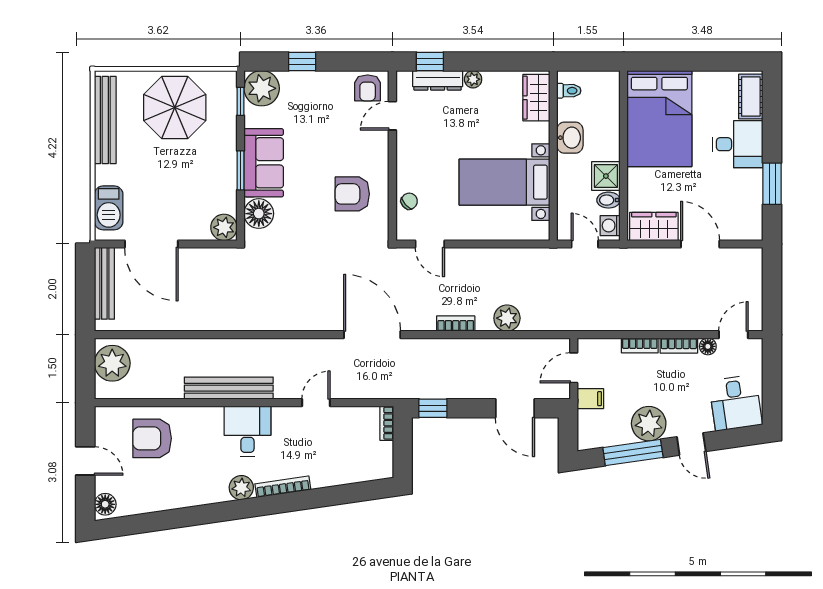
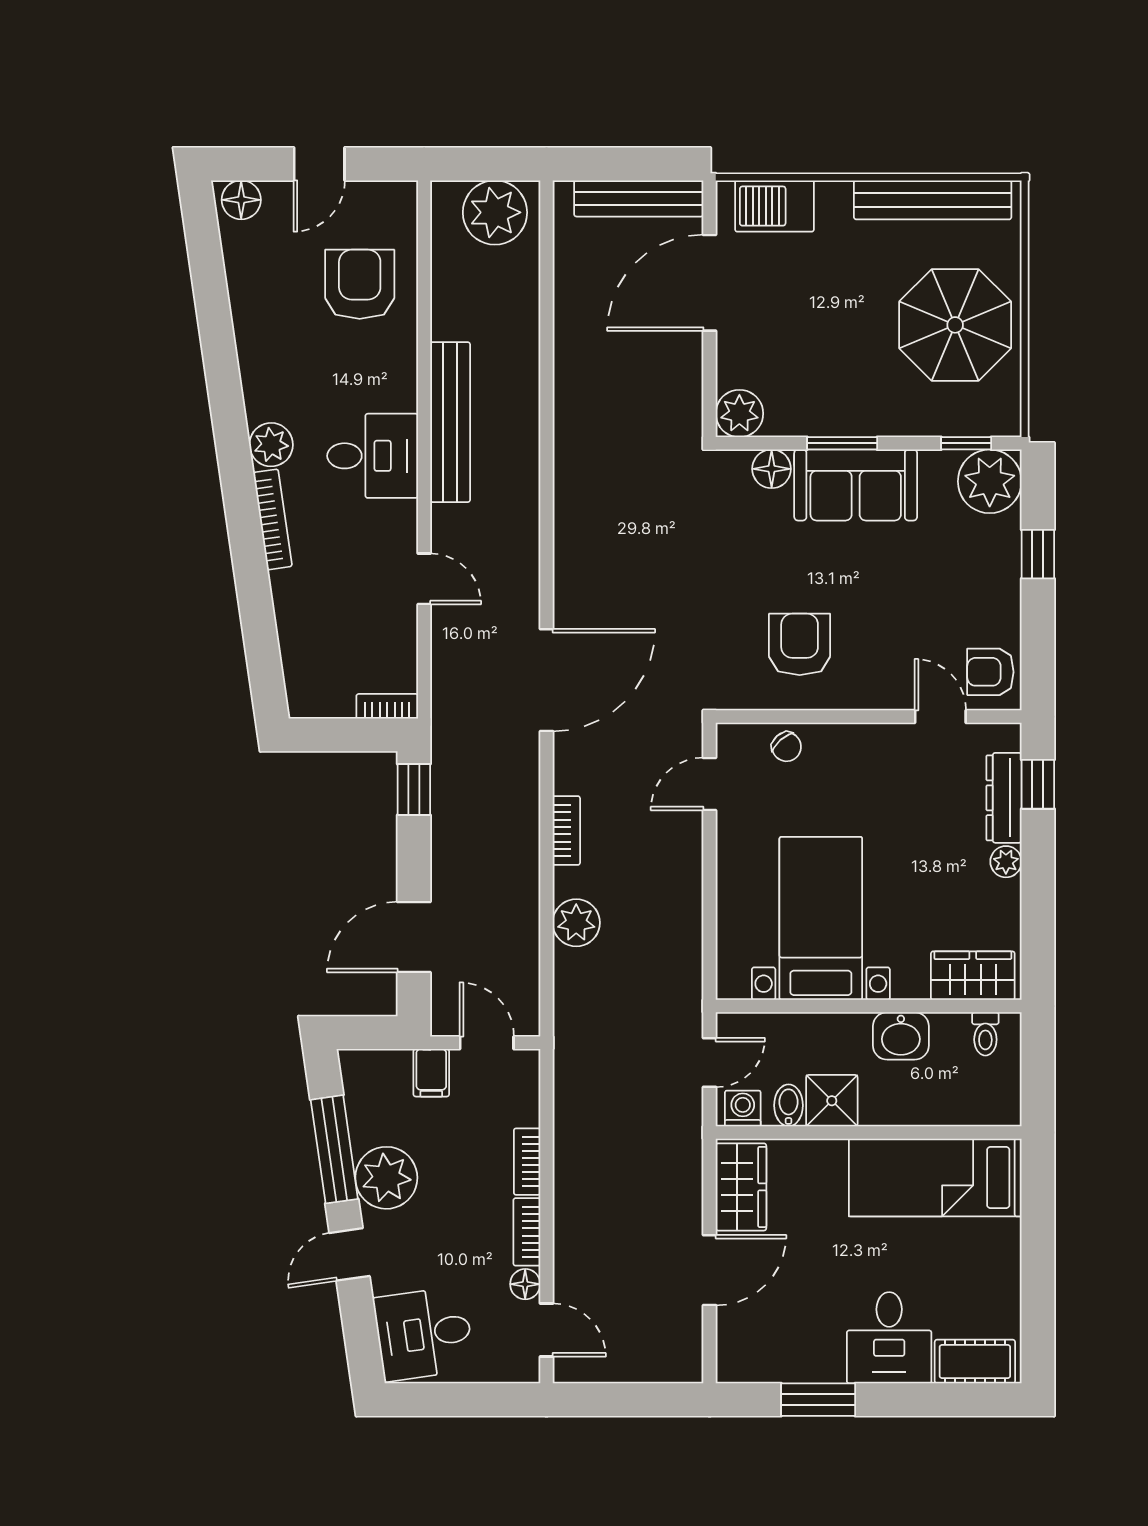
bed: (659, 119) -> (935, 1178), width x0.67
floor lamp: (259, 214) -> (772, 469), width x0.73, depth x0.73

